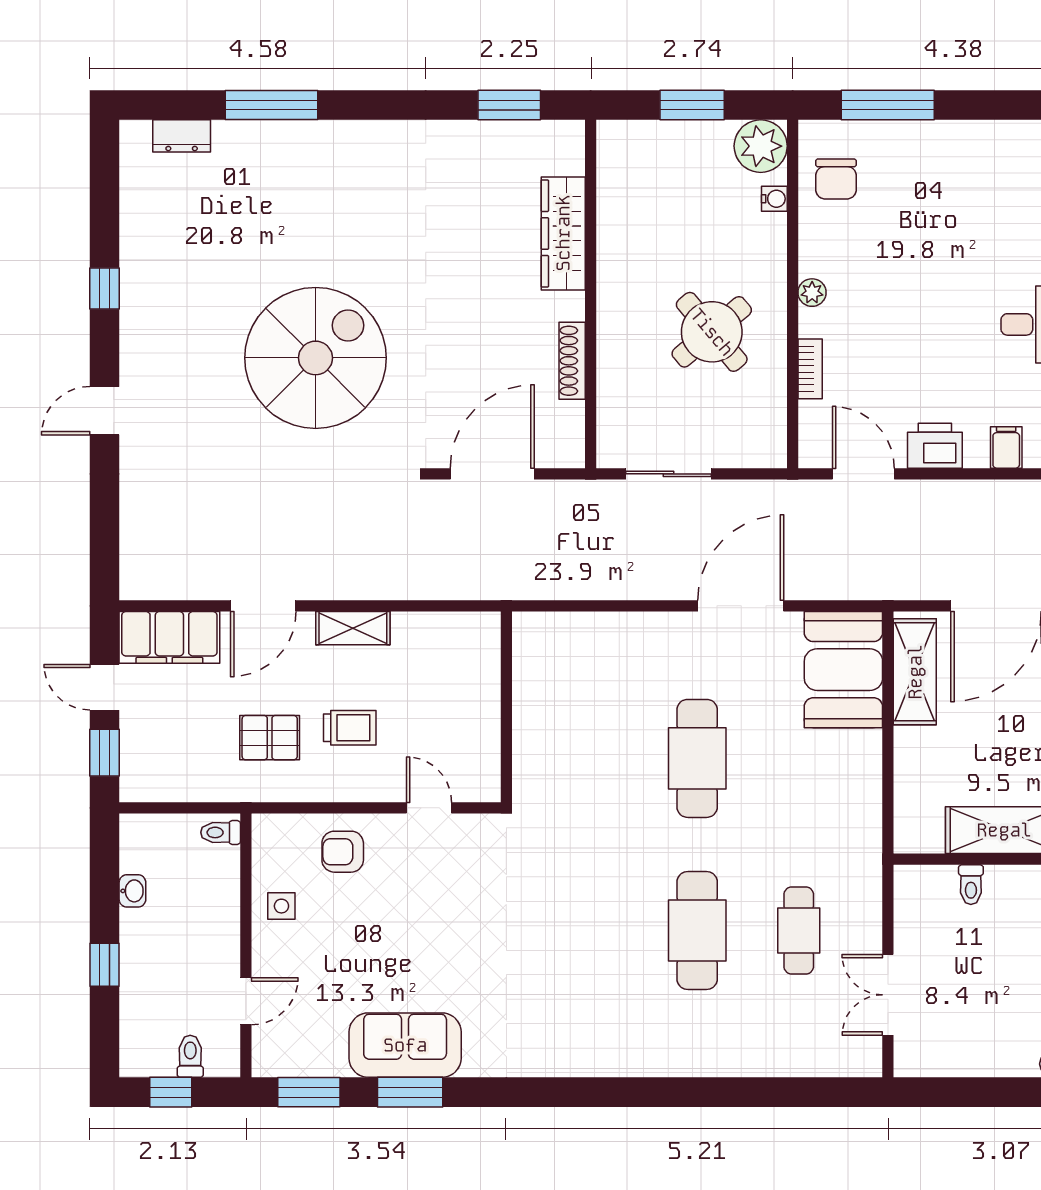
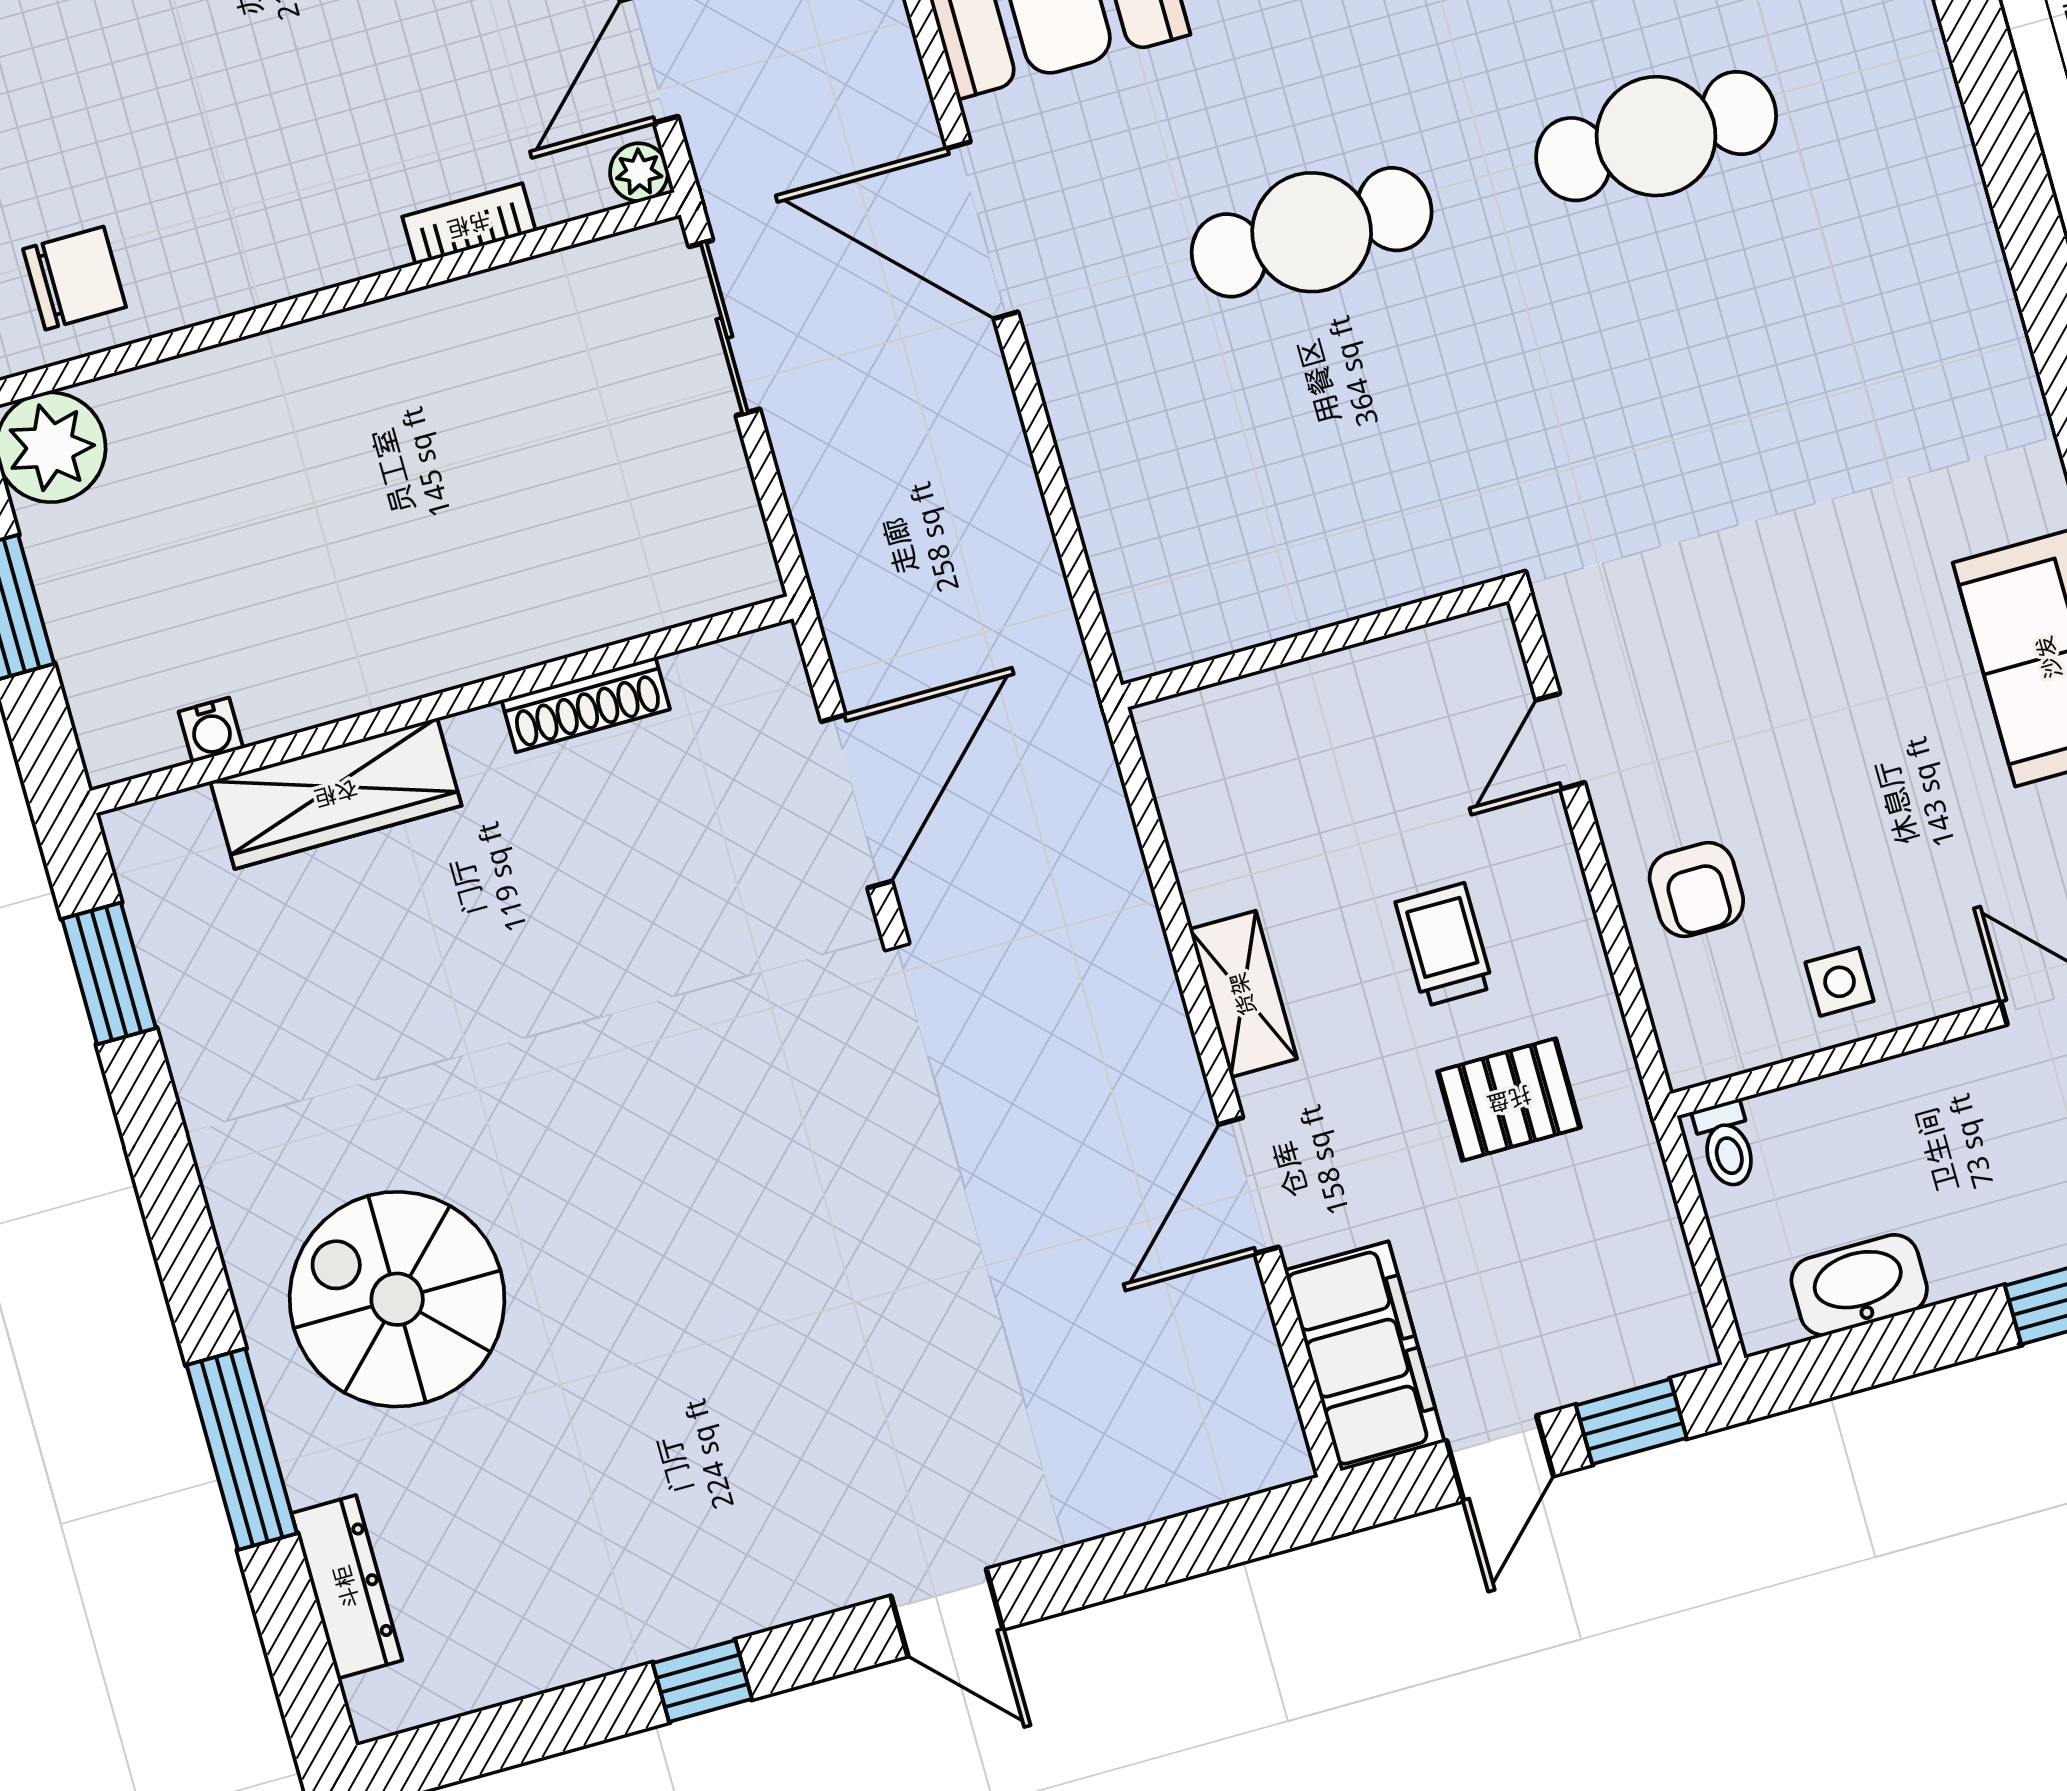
dresser: (182, 136) -> (347, 1587), width x1.44
water cooler: (774, 199) -> (211, 730), moved, turned 180
plant: (812, 293) -> (639, 172), moved
round table: (712, 332) -> (450, 441), removed
spiral stairs: (316, 358) -> (397, 1299), moved, width x0.73, depth x0.73
door: (492, 474) -> (857, 801), swing flipped
sliding door: (669, 474) -> (724, 328), moved
door: (263, 606) -> (1249, 1186), swing flipped
pallet: (270, 738) -> (1509, 1099), turned 90
washbasin: (132, 891) -> (1859, 1285), width x1.91, depth x1.45

